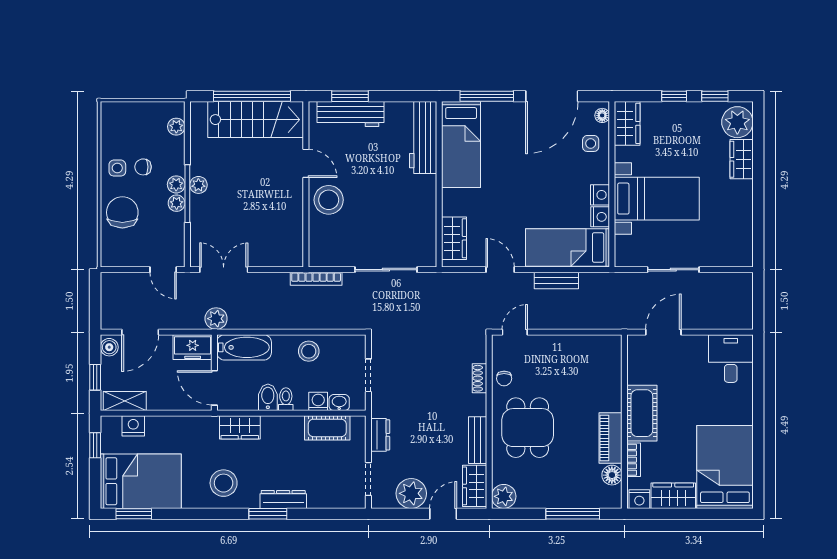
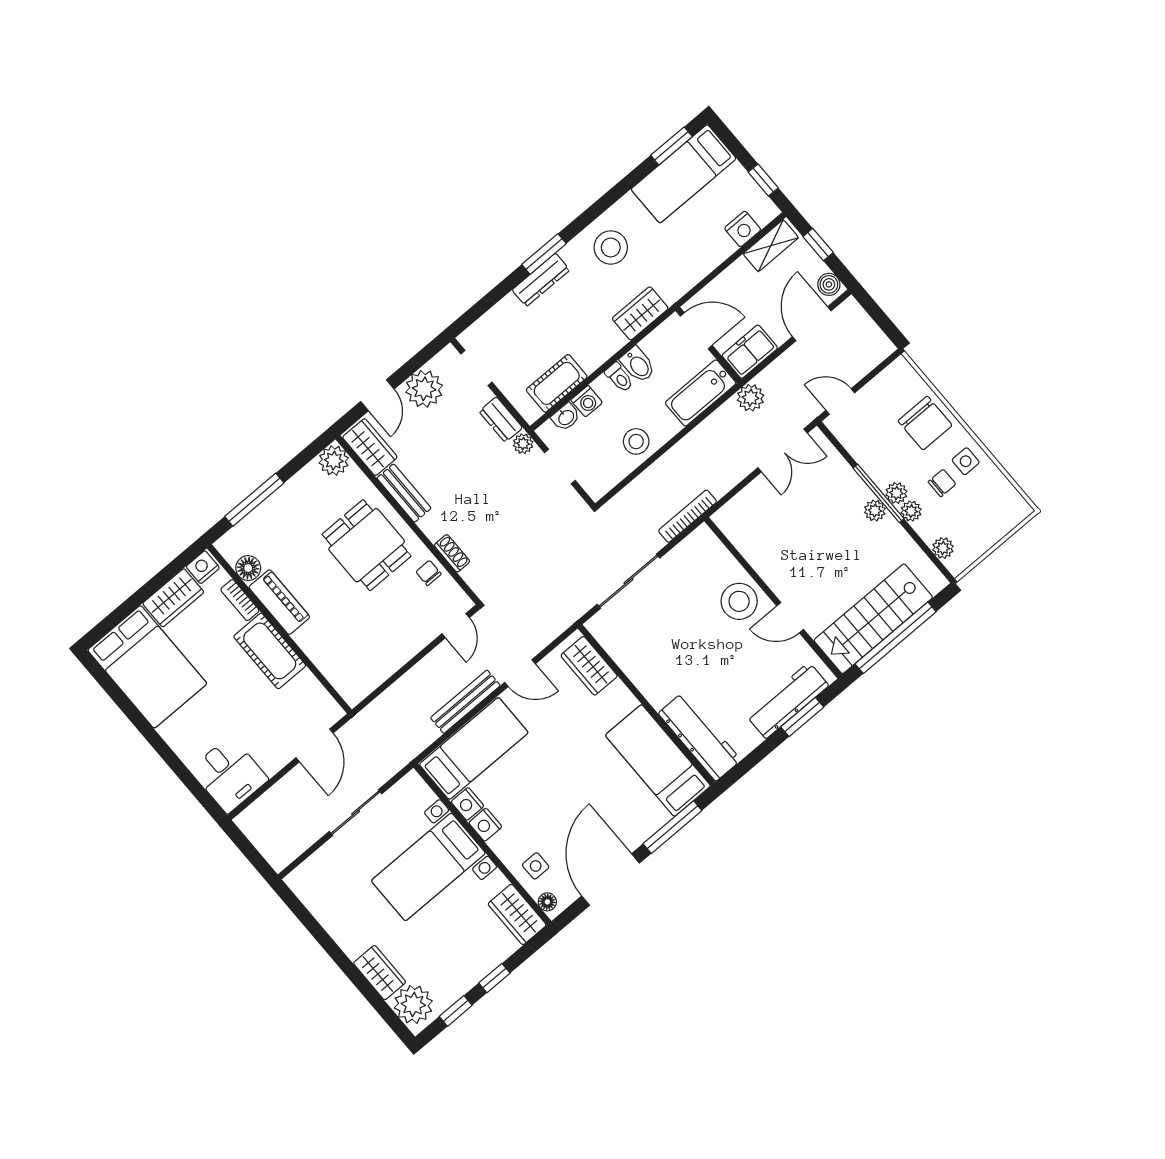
plant: (177, 203) -> (911, 511), moved
bench: (556, 280) -> (465, 702), width x1.36
plant: (379, 408) -> (523, 444), added
bed: (141, 481) -> (684, 174), width x0.67

